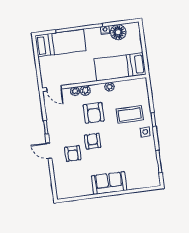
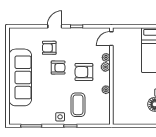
bed: (120, 67) -> (123, 102), removed
sofa: (109, 183) -> (20, 77), width x1.85, depth x1.27

